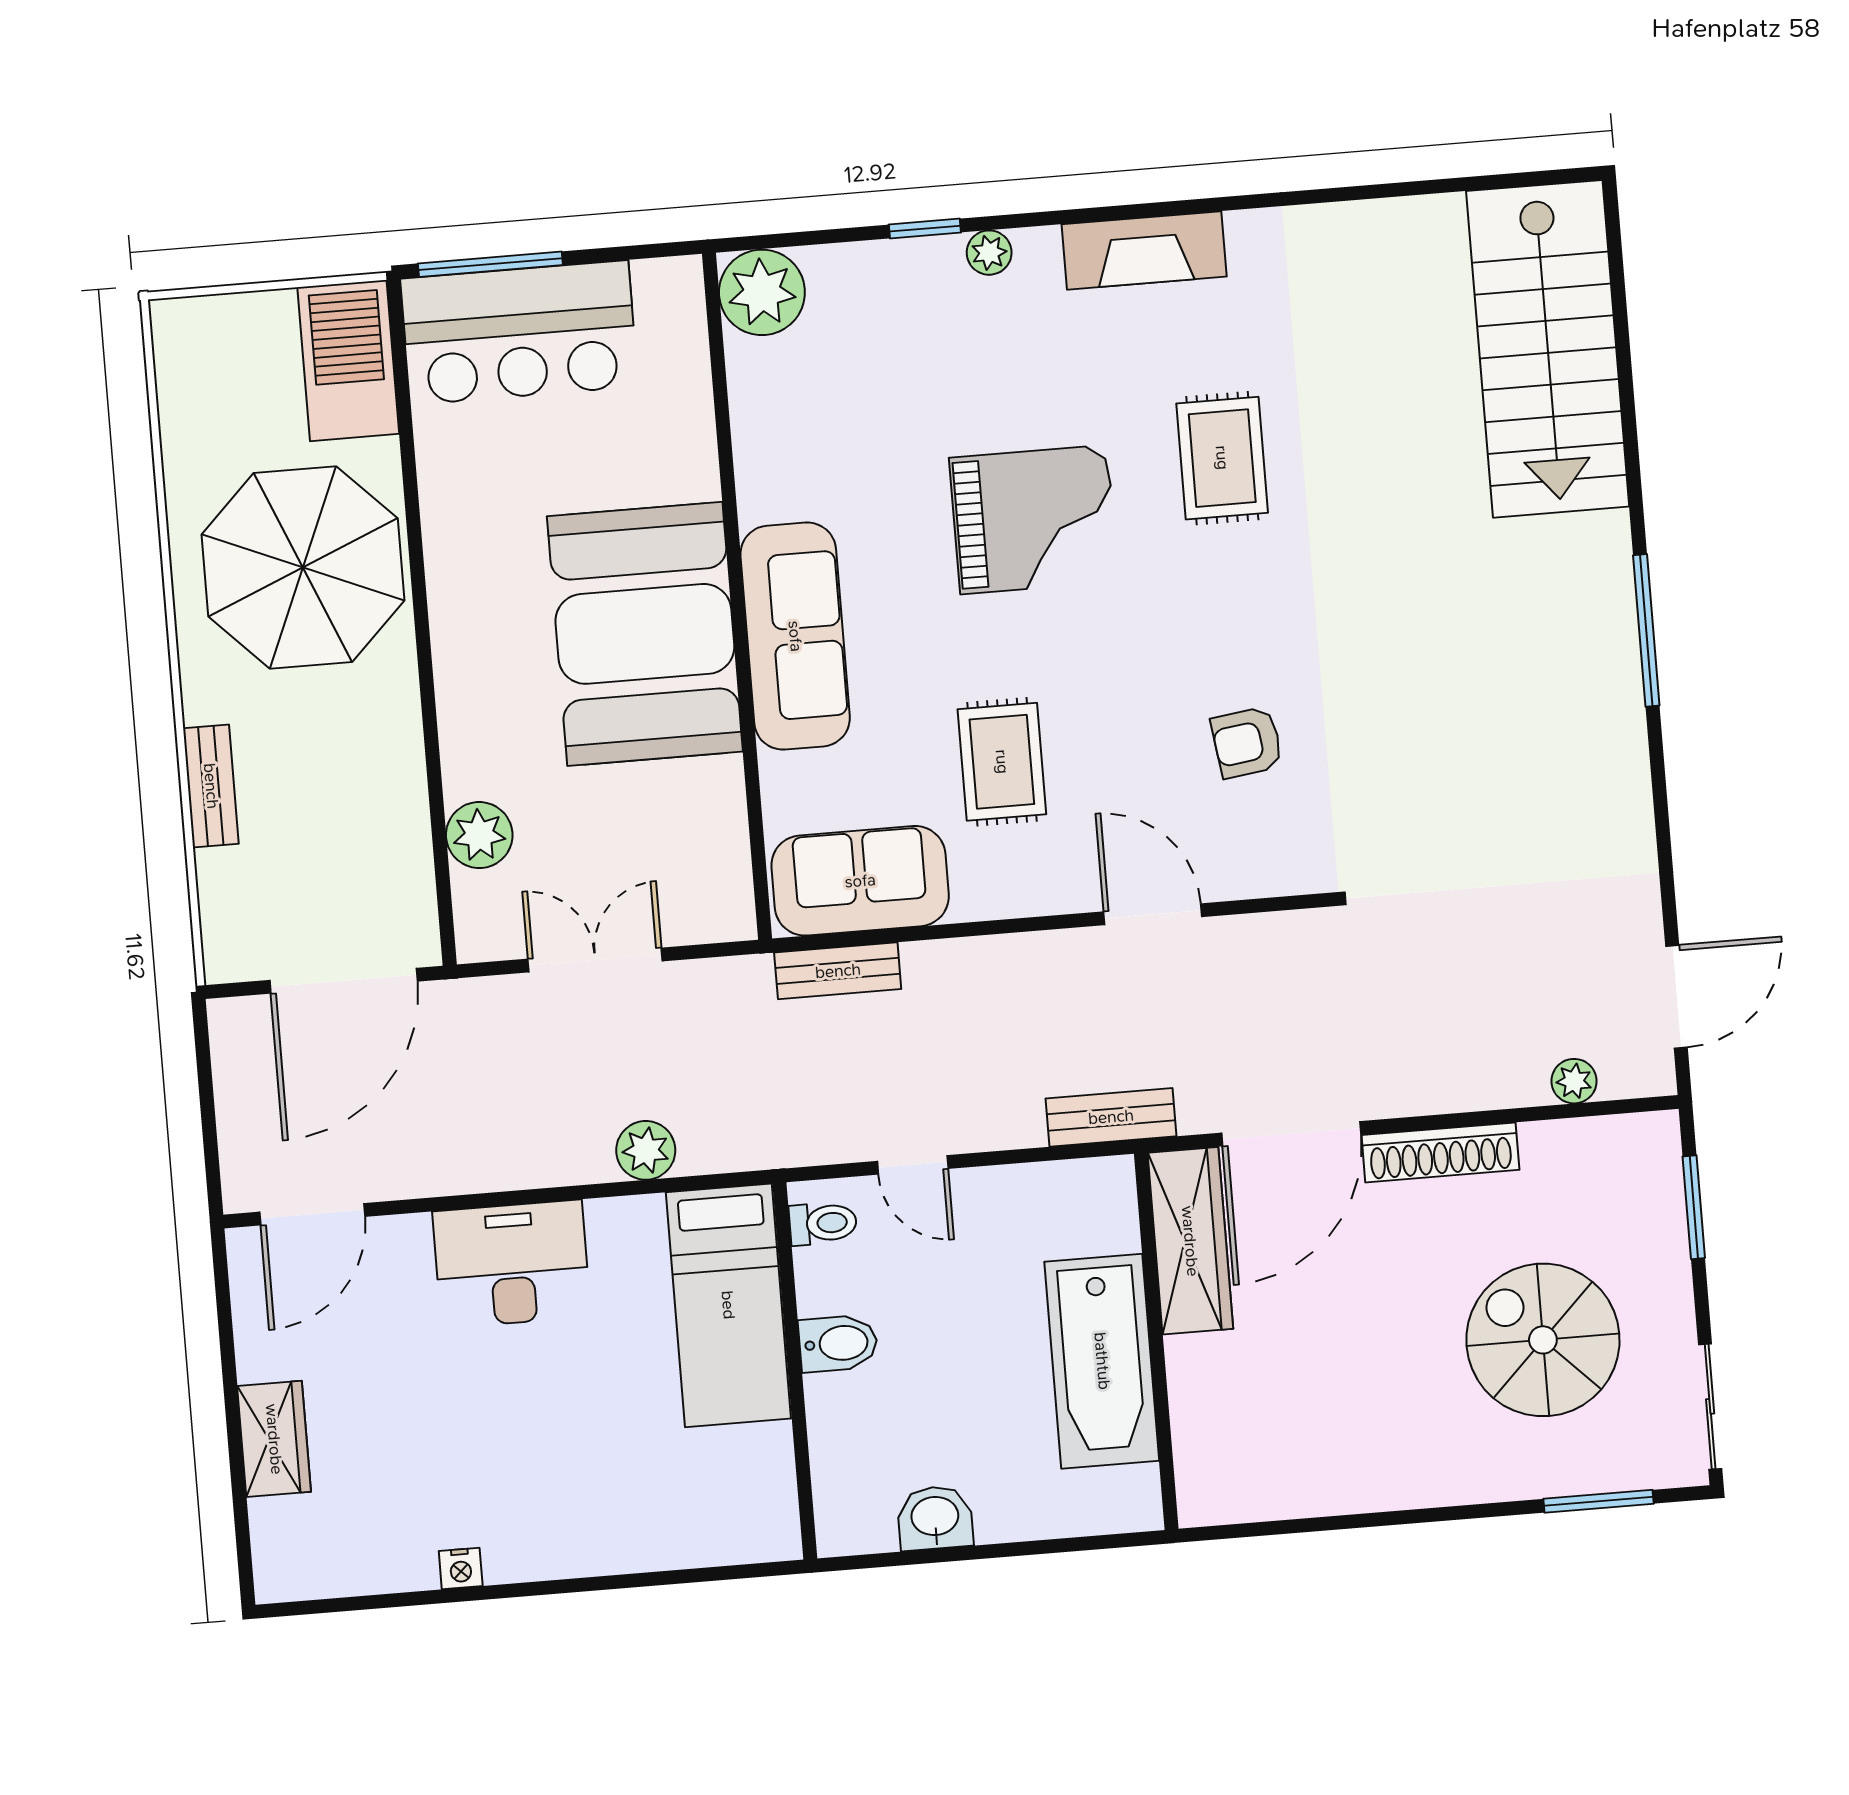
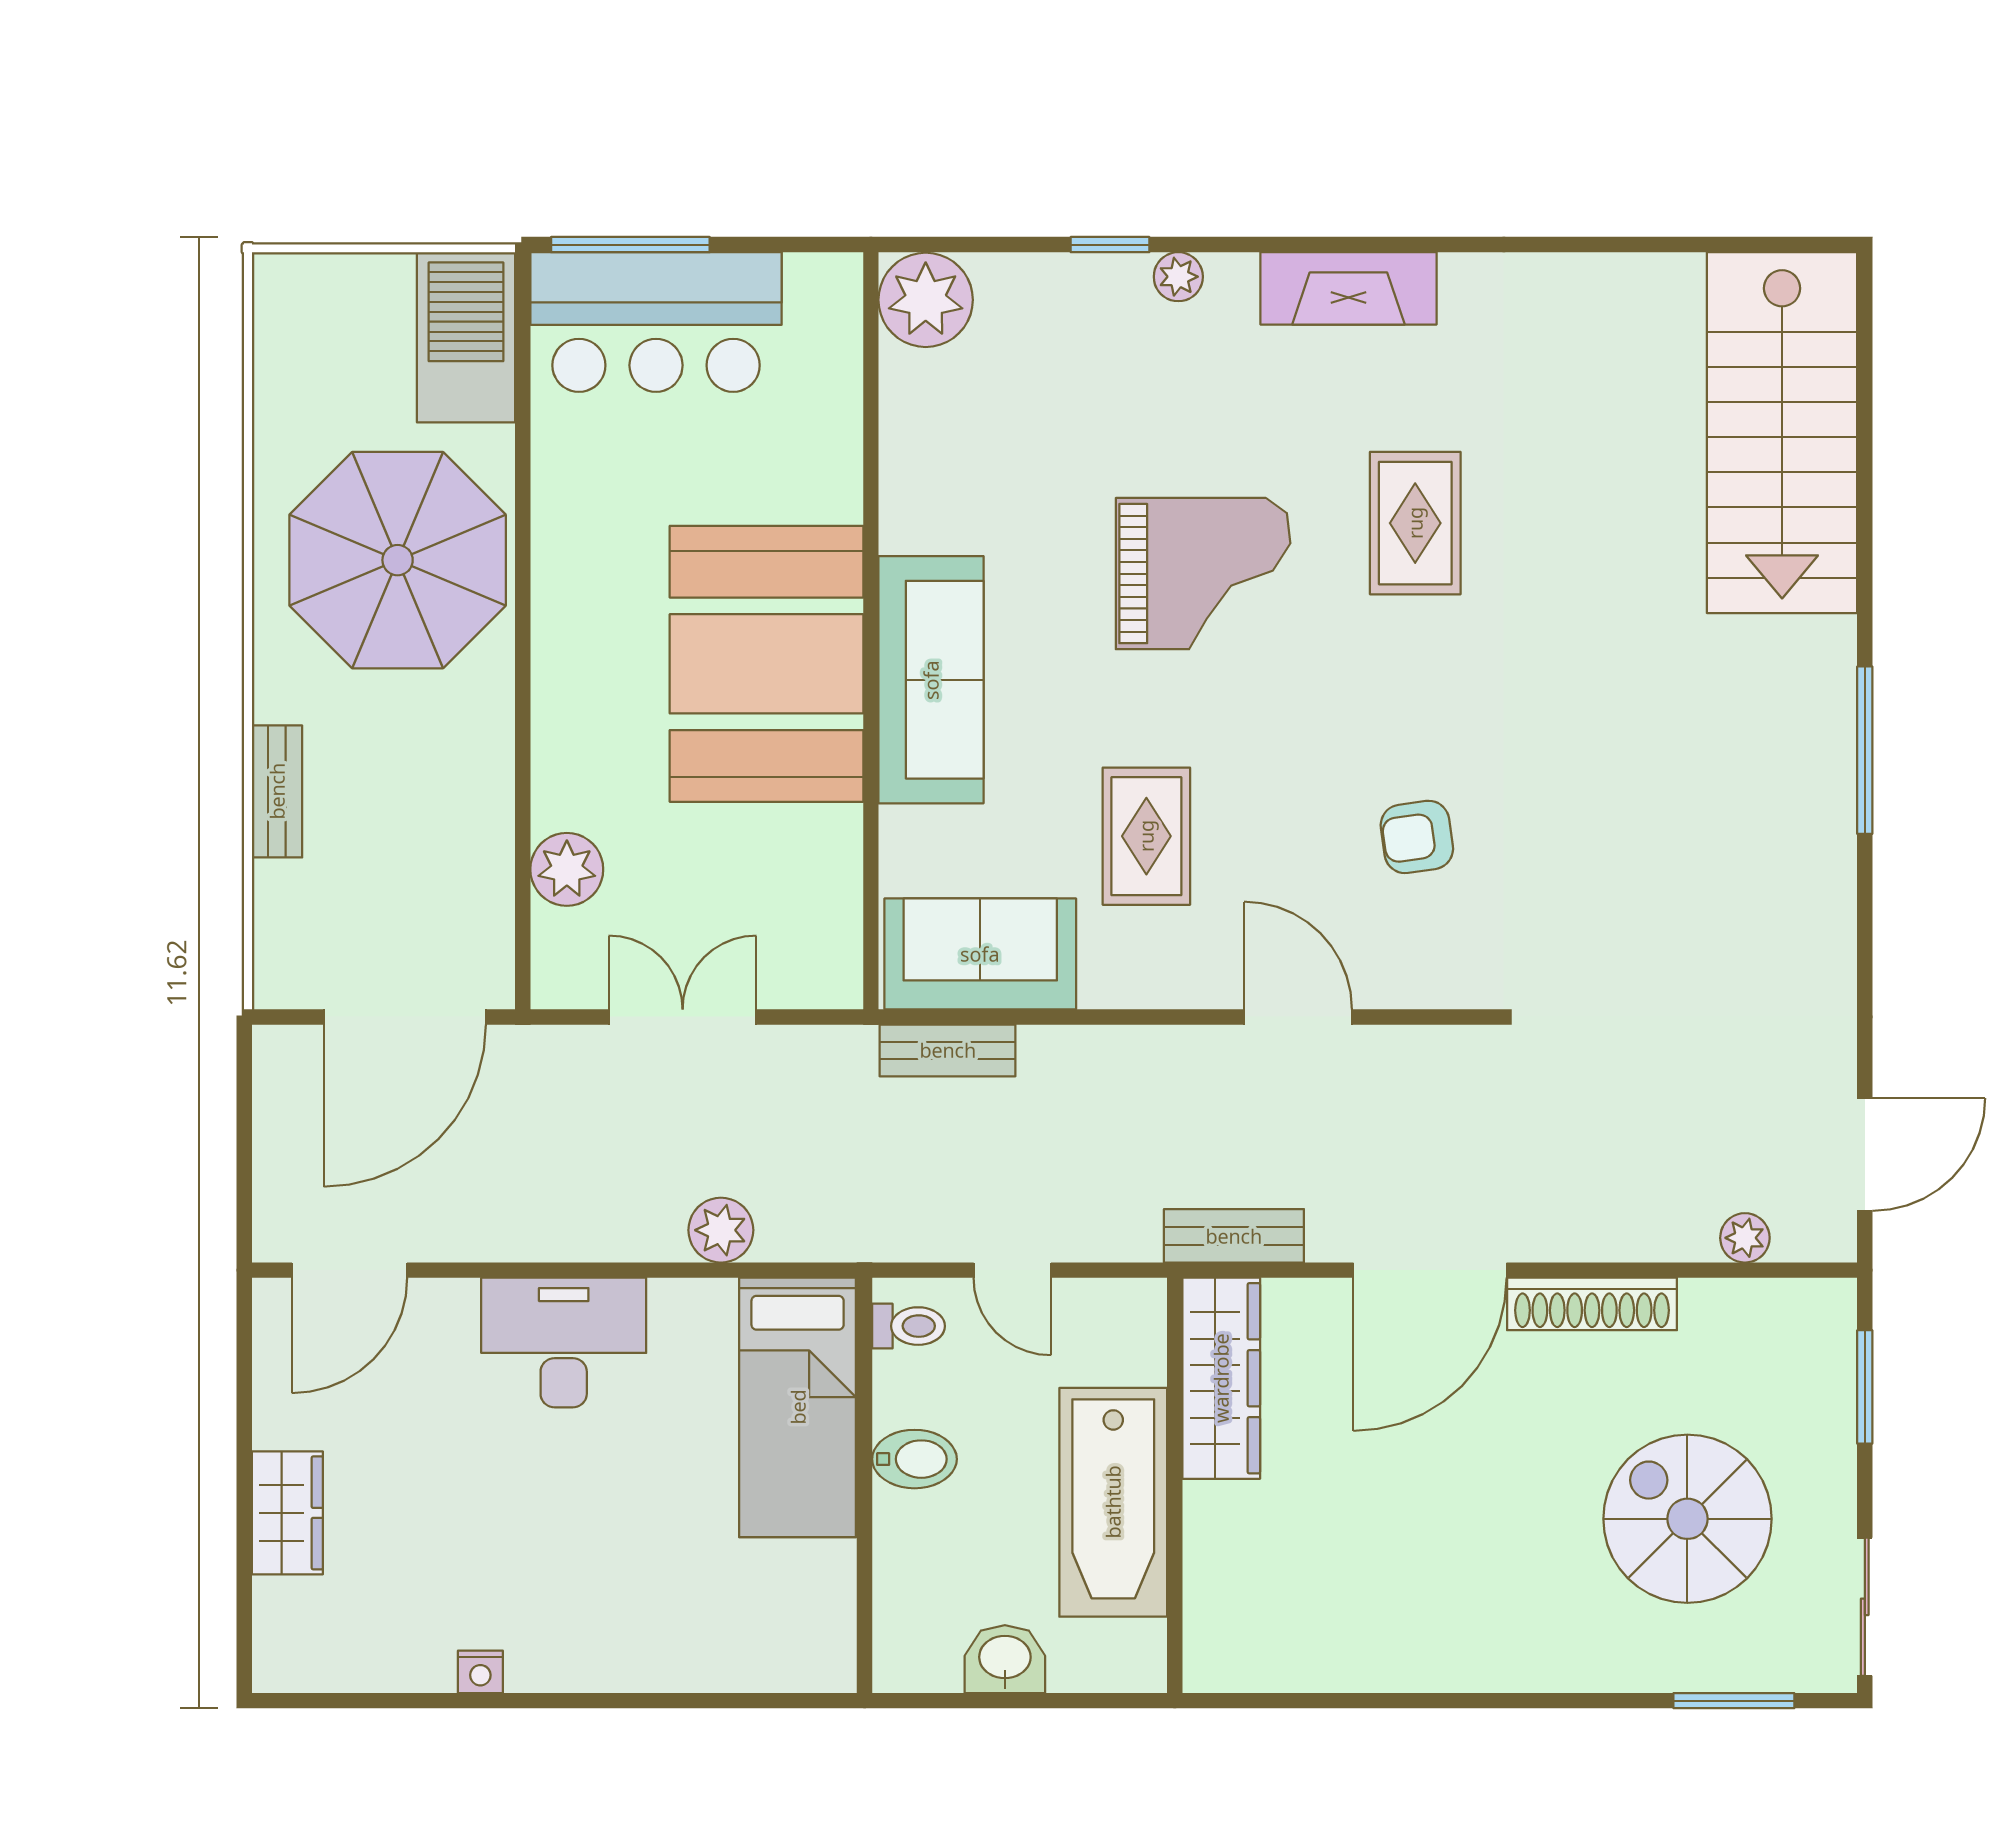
wardrobe: (1190, 1241) -> (1221, 1378), moved
wall: (1156, 1341) -> (1175, 1485), moved
bathtub: (1102, 1361) -> (1113, 1502), moved

